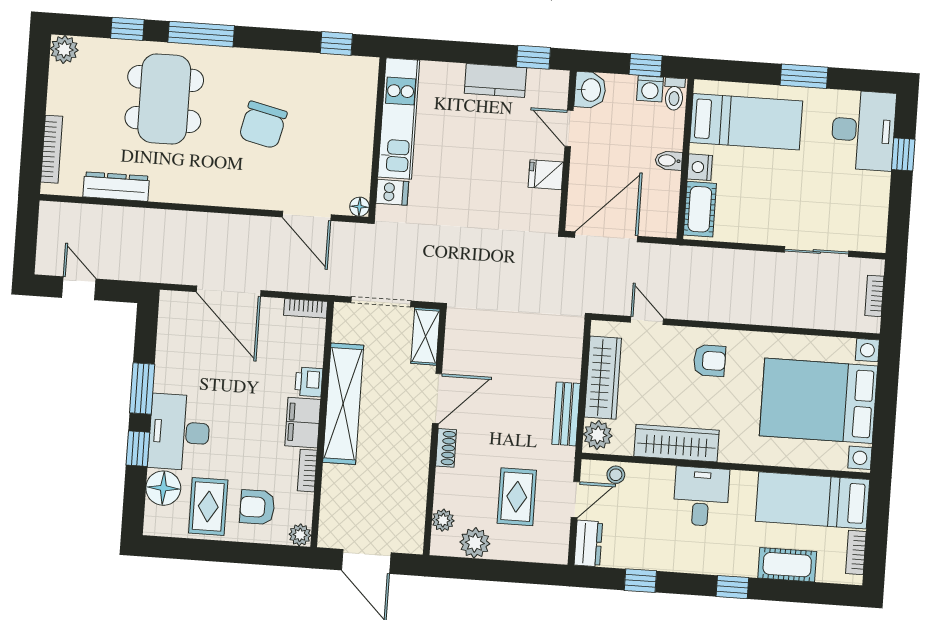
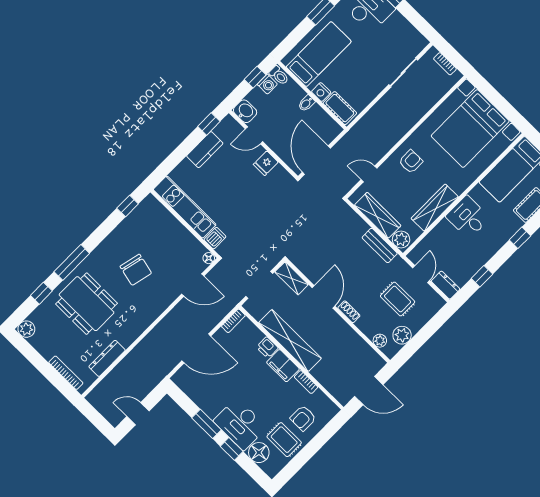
stool: (616, 475) -> (426, 247), removed
plant: (300, 535) -> (332, 410), removed

